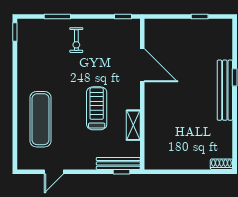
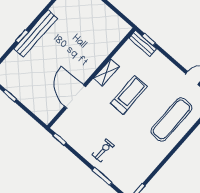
treadmill: (97, 108) -> (129, 95), turned 180
shelving: (133, 125) -> (107, 72), moved
bench: (118, 163) -> (142, 43), width x0.73

